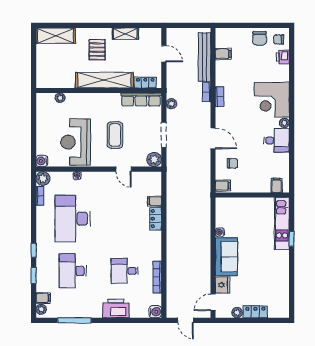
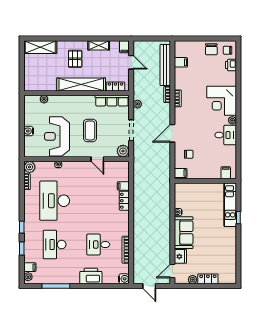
filing cabinet: (156, 35) -> (124, 47), added
door: (213, 138) -> (172, 133), swing flipped
water cooler: (42, 161) -> (29, 131), moved

